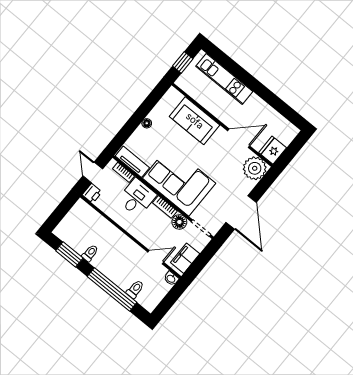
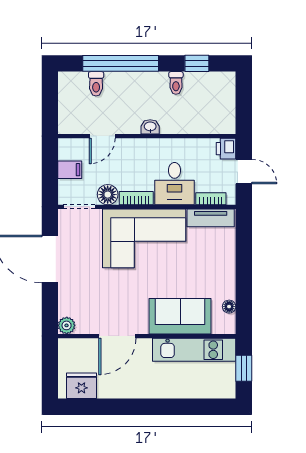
kitchen unit: (224, 79) -> (194, 350), moved, turned 180
floor lamp: (147, 123) -> (229, 307), moved
fridge: (273, 150) -> (81, 386), moved, turned -90
plant: (255, 168) -> (67, 325), width x0.53, depth x0.53
window: (69, 254) -> (197, 63), width x0.67
filing cabinet: (185, 258) -> (70, 170), width x0.50
washbasin: (171, 279) -> (150, 127), moved

